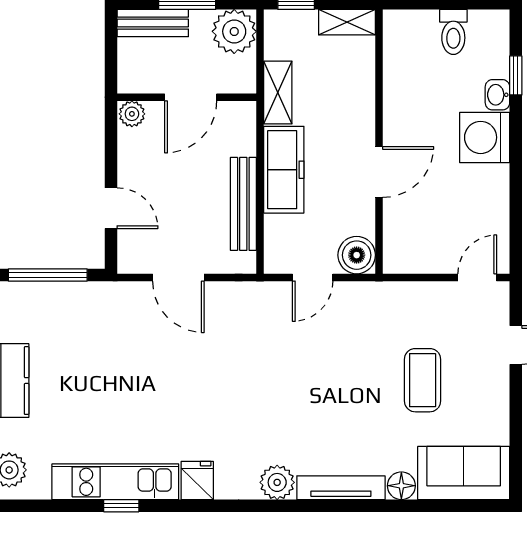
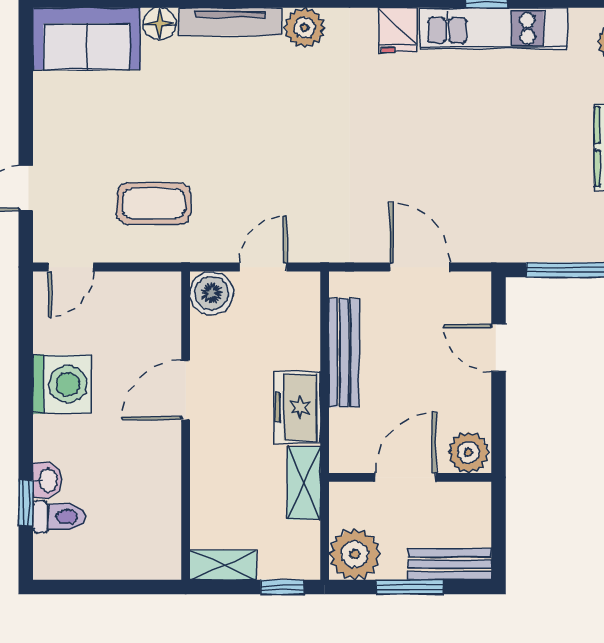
toilet: (453, 32) -> (59, 517), moved, turned 90
plant: (132, 114) -> (468, 452), width x1.38, depth x1.38
washing machine: (485, 137) -> (62, 384), moved
freezer: (284, 170) -> (297, 407), width x0.71
coffee table: (423, 380) -> (154, 204), moved, turned 90

